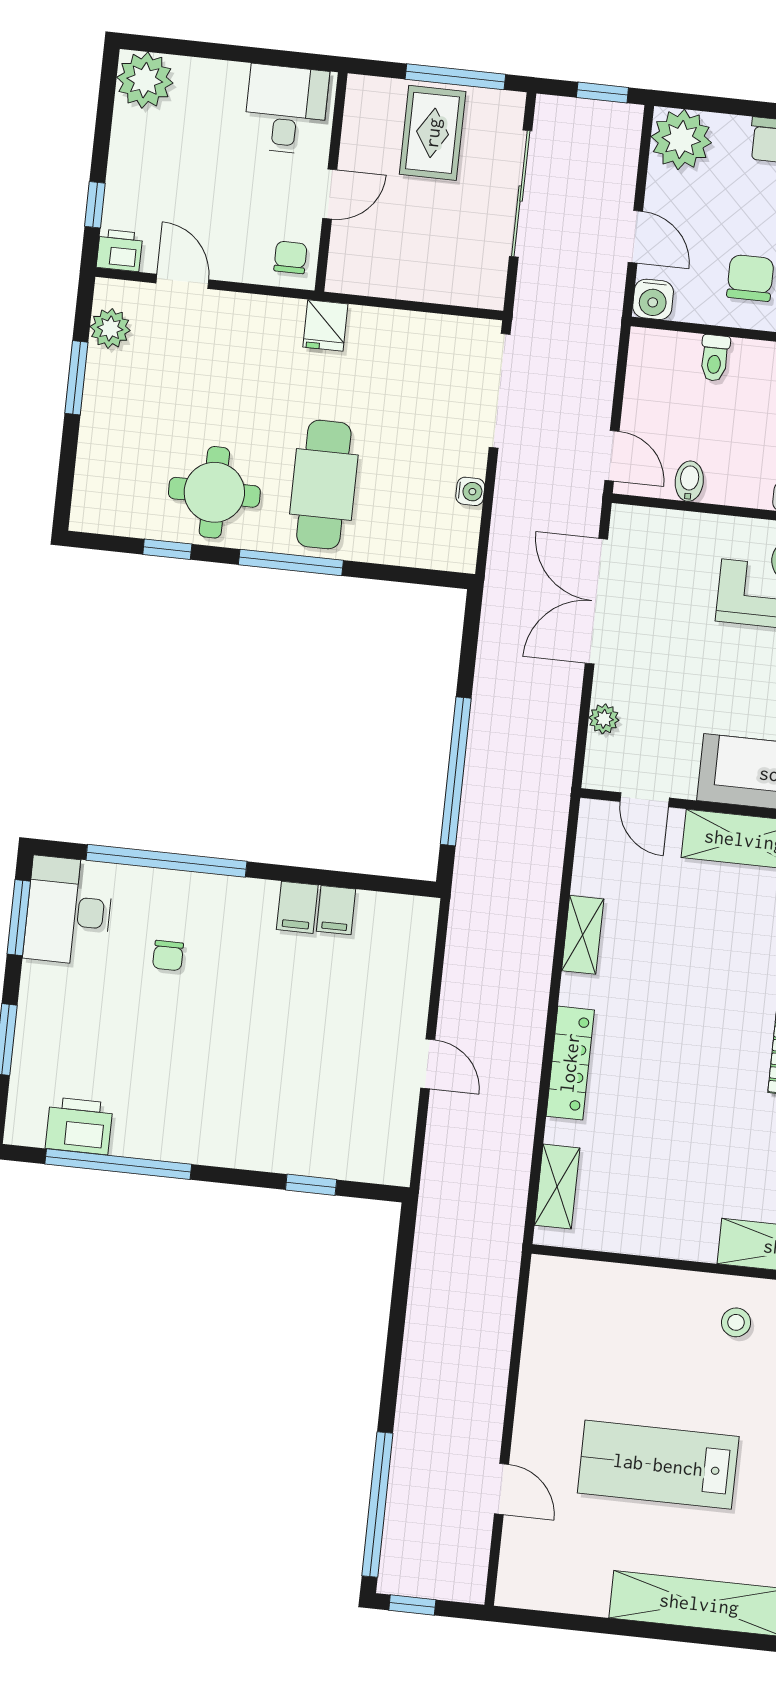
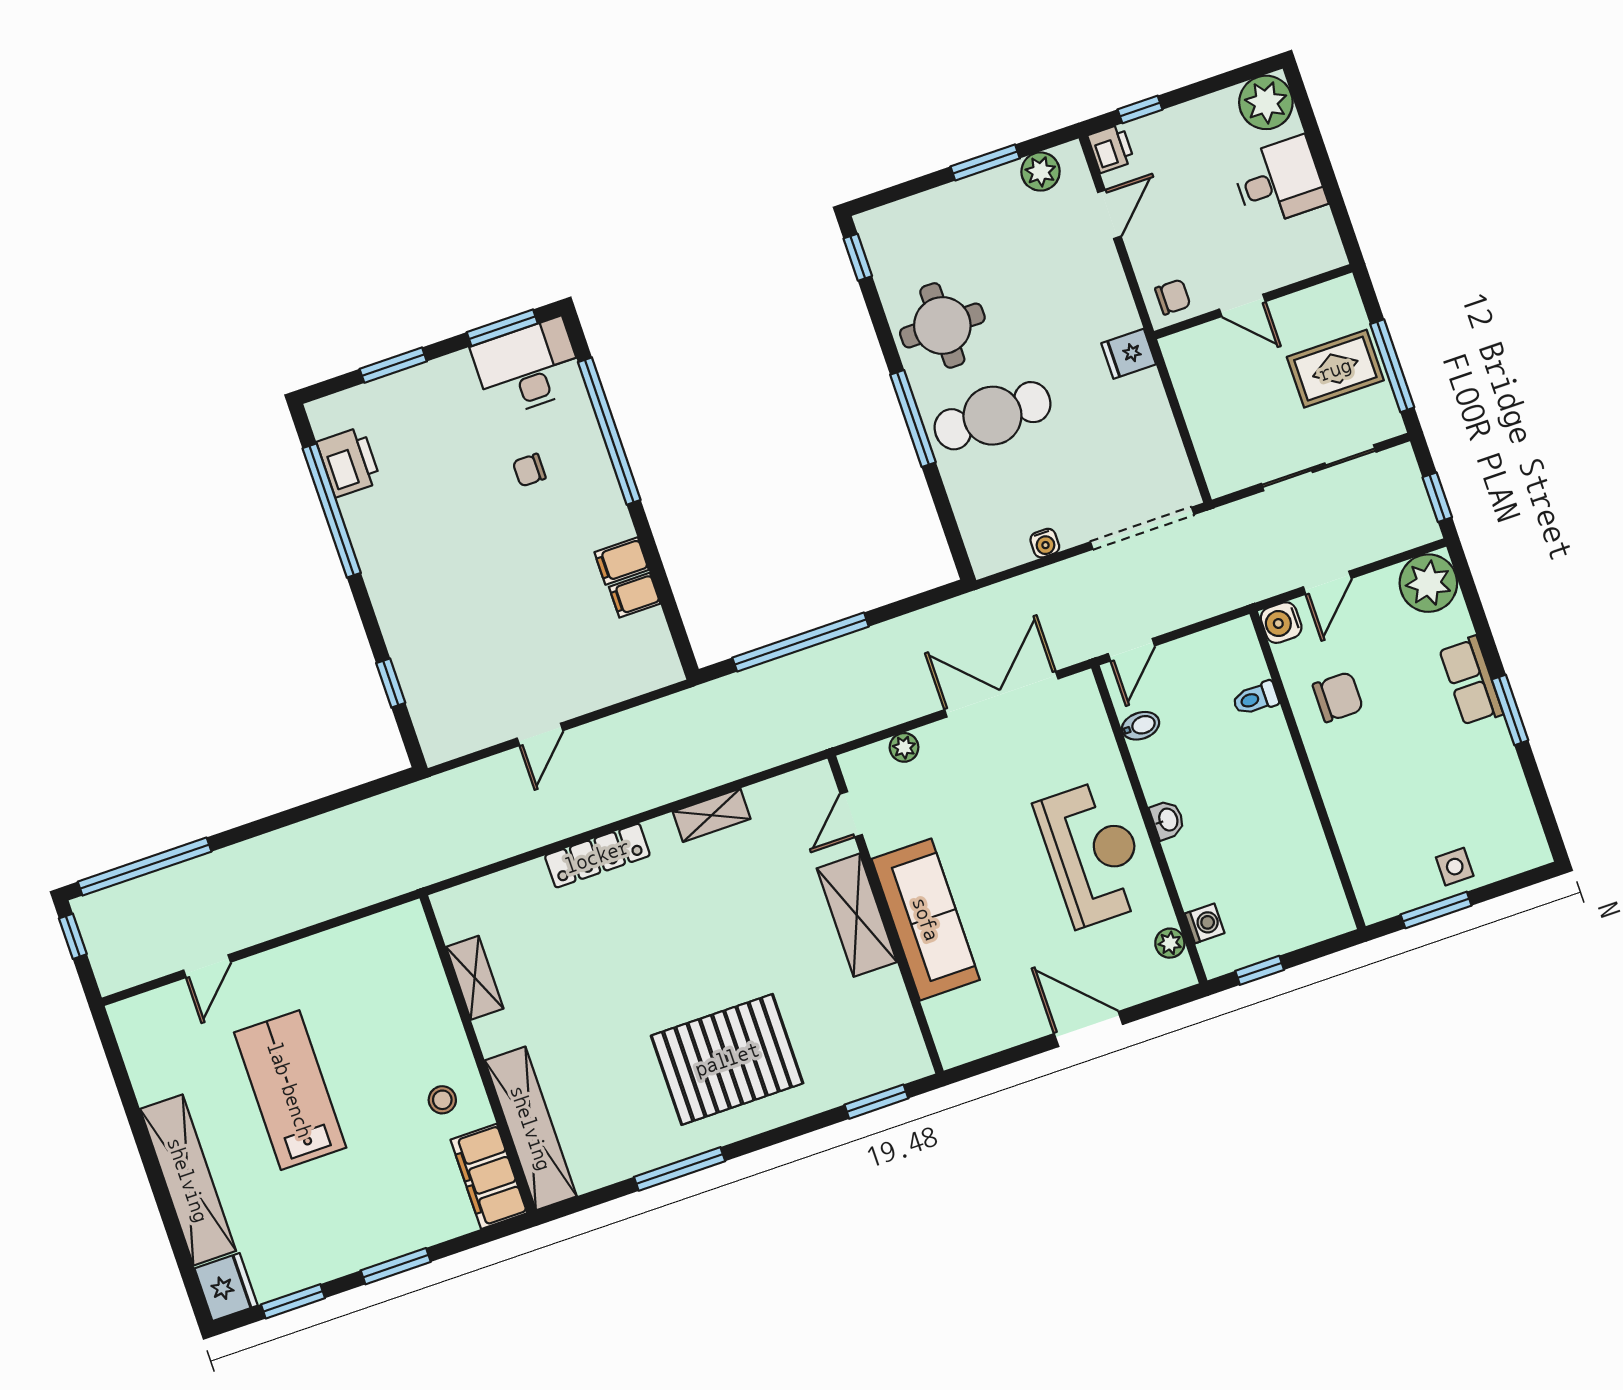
desk: (286, 109) -> (1279, 181), moved
window: (167, 549) -> (858, 257), moved
shelving: (557, 1187) -> (475, 978), moved, turned 90

